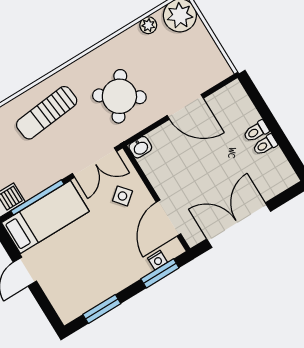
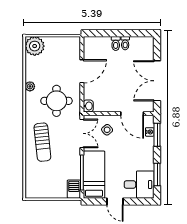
plant: (148, 25) -> (30, 86), moved
round table: (119, 96) -> (56, 101), turned -34
desk: (71, 292) -> (139, 185), added

